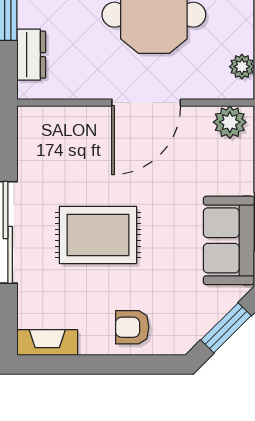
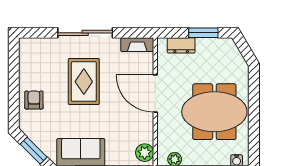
door: (146, 103) -> (155, 94), moved
fireplace: (47, 342) -> (137, 45), moved, turned 90

